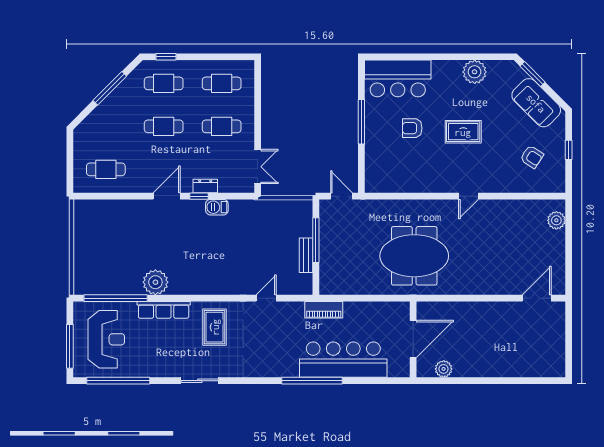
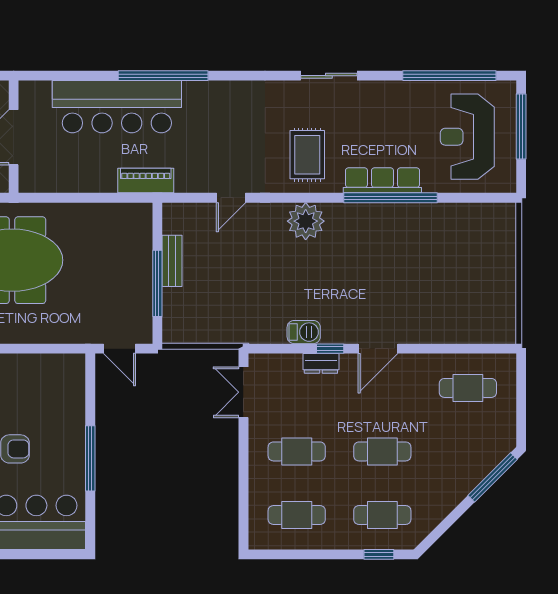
window: (110, 88) -> (493, 477), moved
plant: (155, 282) -> (306, 221), moved
window: (116, 298) -> (390, 198), moved

